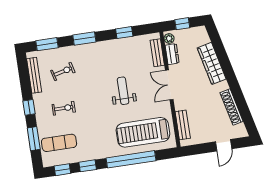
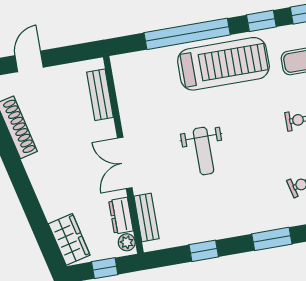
wardrobe: (212, 63) -> (69, 239), moved, width x0.67
double door: (169, 85) -> (125, 163), swing flipped
treadmill: (143, 132) -> (223, 64), moved

